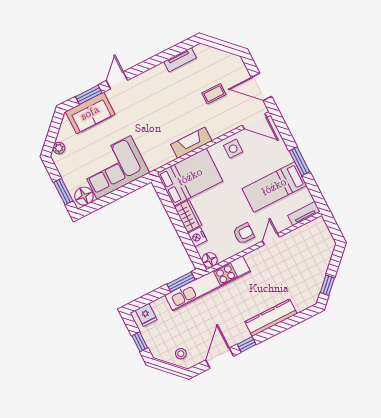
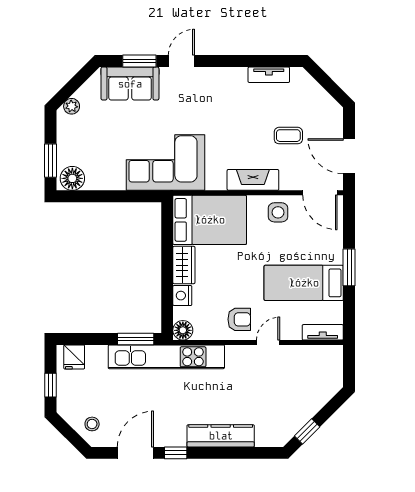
fireplace: (191, 143) -> (253, 180), moved
corner sofa: (114, 167) -> (166, 162), moved

